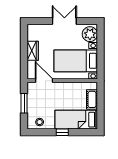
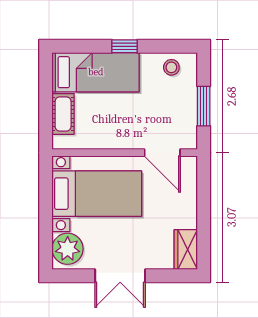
wardrobe: (33, 51) -> (186, 250), moved

